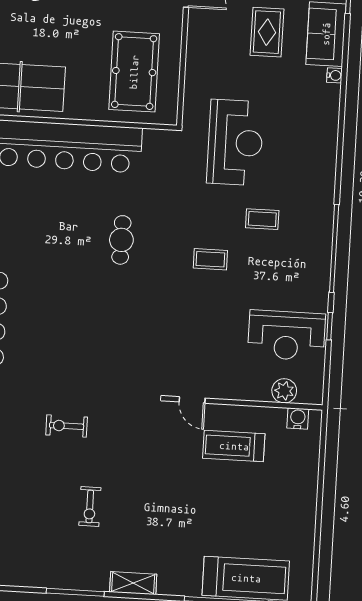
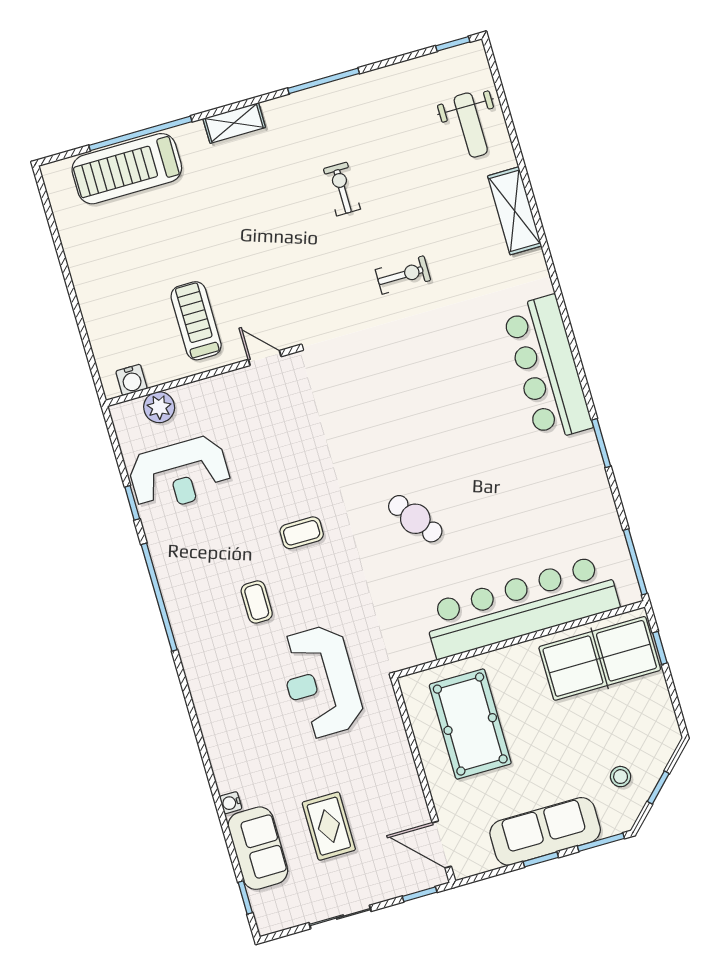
coffee table: (262, 219) -> (257, 602), turned 90
cafe table: (121, 240) -> (415, 519), turned -37
reception desk: (286, 335) -> (180, 474), turned 180
treadmill: (234, 446) -> (196, 321), turned -90
shelving: (133, 583) -> (234, 123), moved

